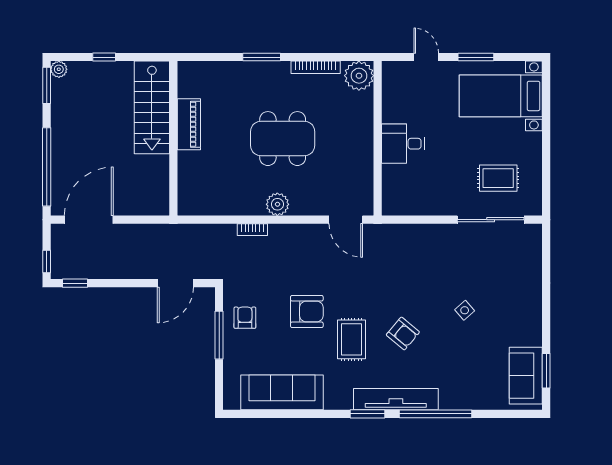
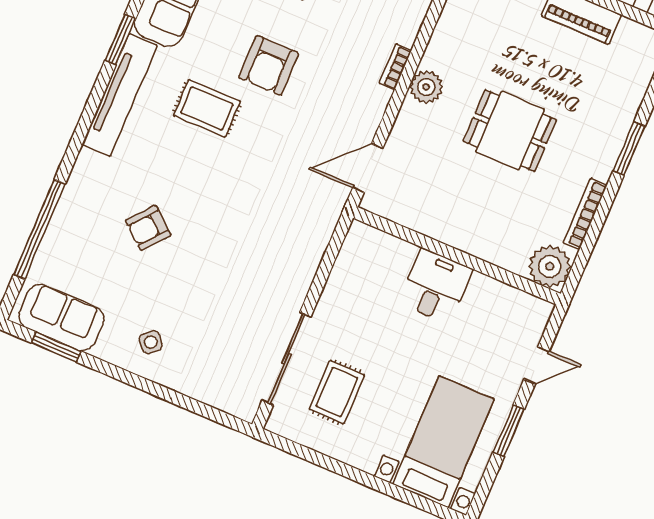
dining table: (283, 139) -> (510, 131), width x0.73
bookcase: (252, 230) -> (395, 67), moved
side table: (465, 310) -> (151, 342), moved
armchair: (403, 333) -> (148, 228), moved
tv unit: (396, 399) -> (120, 95), moved
window: (368, 414) -> (120, 40), moved
window: (435, 414) -> (39, 229), moved

